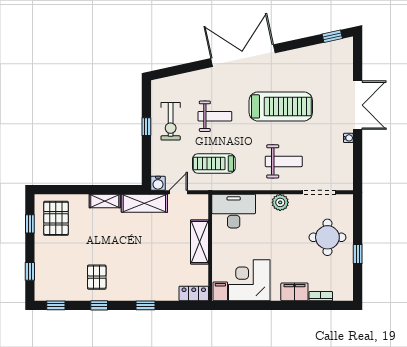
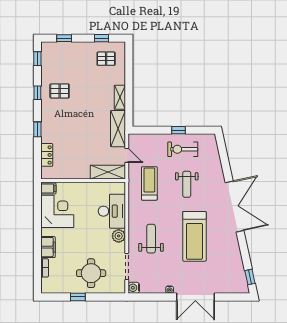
weight bench: (284, 161) -> (151, 239), turned 180
water cooler: (158, 183) -> (134, 288), moved
desk: (234, 211) -> (112, 211), moved
pallet: (56, 218) -> (106, 59), width x0.67, depth x0.71
shelving: (200, 242) -> (108, 172), moved
locker: (194, 293) -> (47, 155), moved

